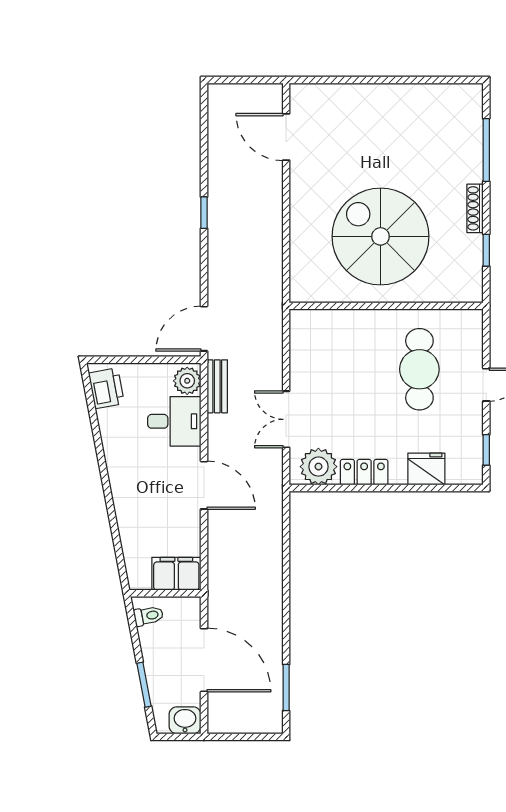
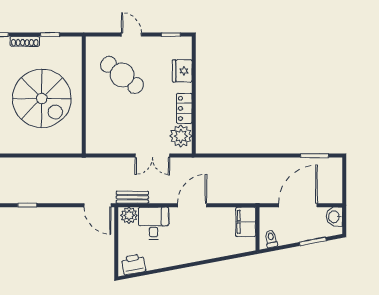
spiral stairs: (381, 236) -> (42, 98), turned -90
cafe table: (419, 369) -> (122, 75), turned 38

